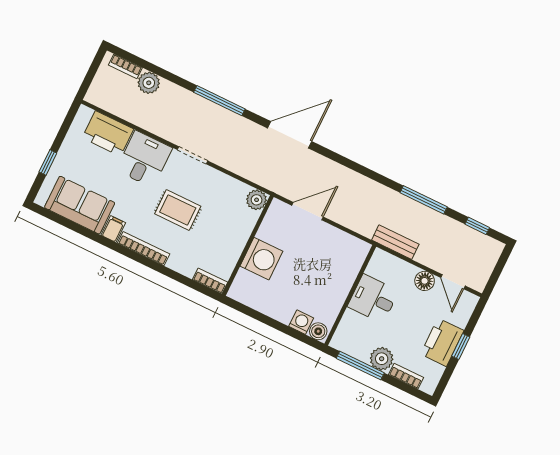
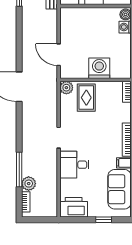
window: (219, 101) -> (19, 170), moved
printer: (108, 133) -> (74, 207), moved, turned -90
rug: (178, 210) -> (86, 98), moved

